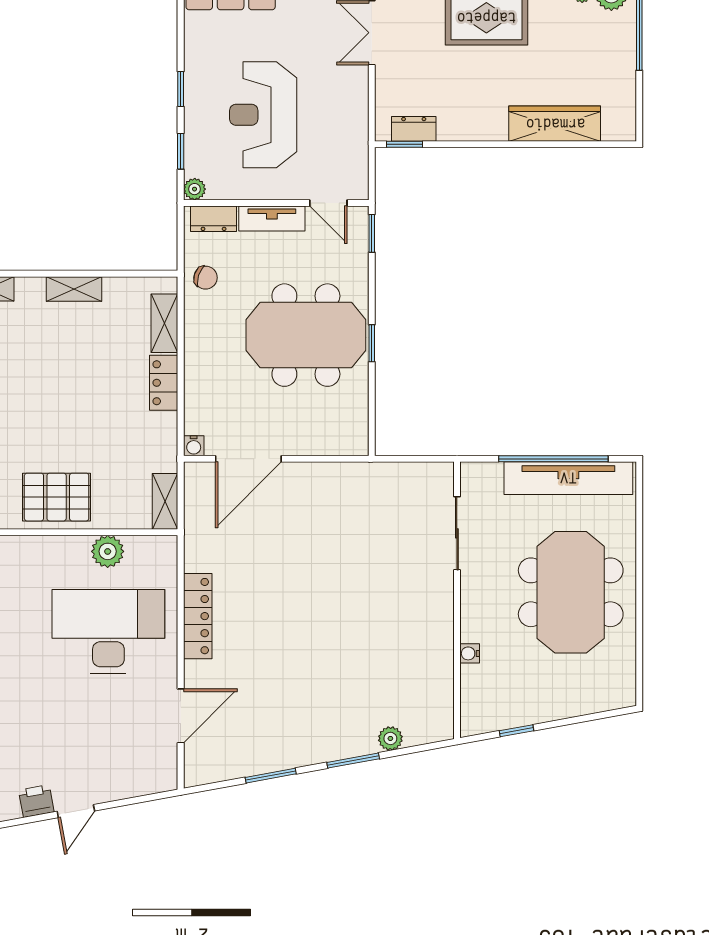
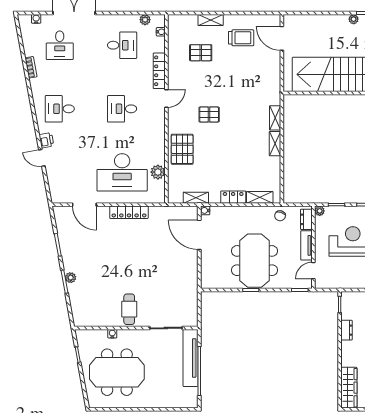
wardrobe: (555, 124) -> (349, 388), moved
dresser: (414, 129) -> (347, 330), moved
shelving: (74, 289) -> (275, 144), moved
tv unit: (568, 478) -> (191, 358), moved
shelving: (165, 501) -> (196, 198), moved
meeting table: (571, 592) -> (117, 372), moved
cafe table: (415, 616) -> (129, 309), added
desk: (108, 632) -> (122, 172), turned 90
plant: (390, 738) -> (71, 278), moved

